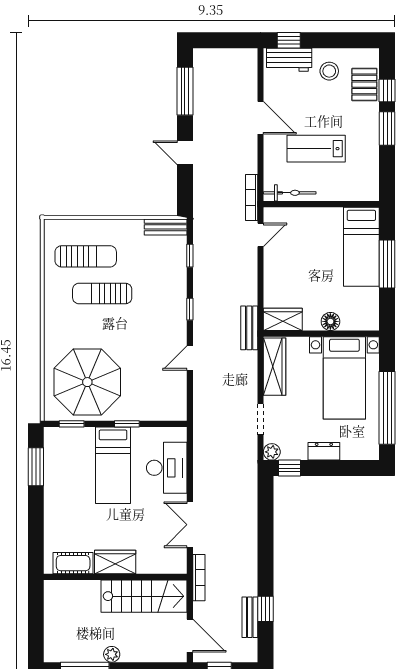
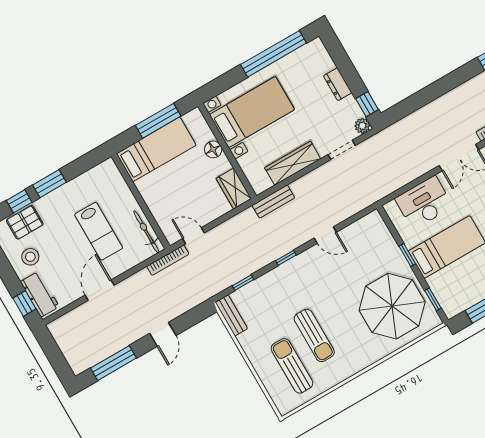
wardrobe: (283, 319) -> (234, 189), moved
floor lamp: (330, 321) -> (213, 149), moved
wall: (321, 334) -> (227, 151), moved
bed with nightstands: (344, 378) -> (252, 112), moved

